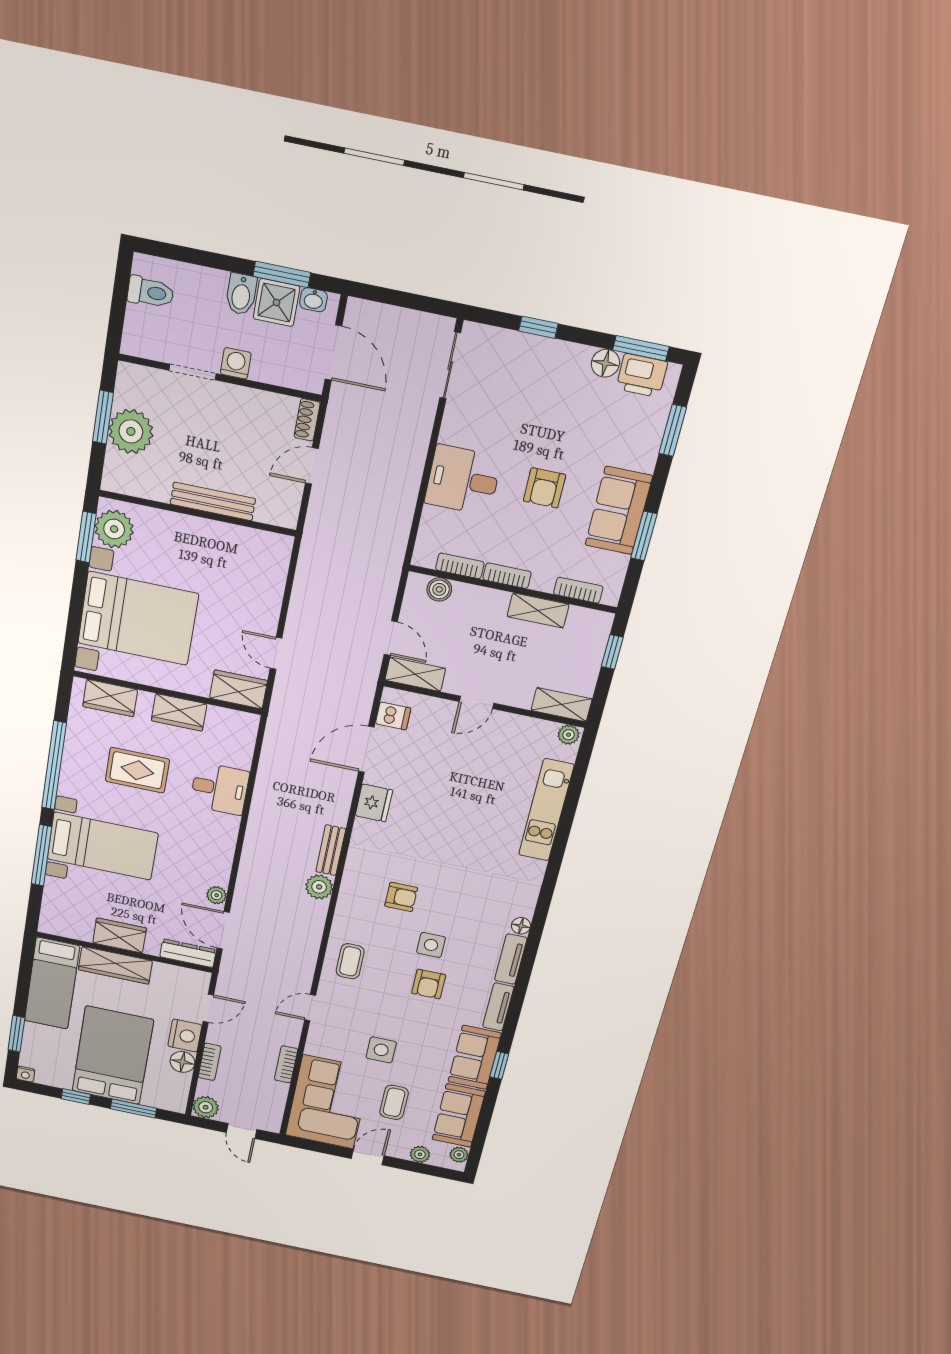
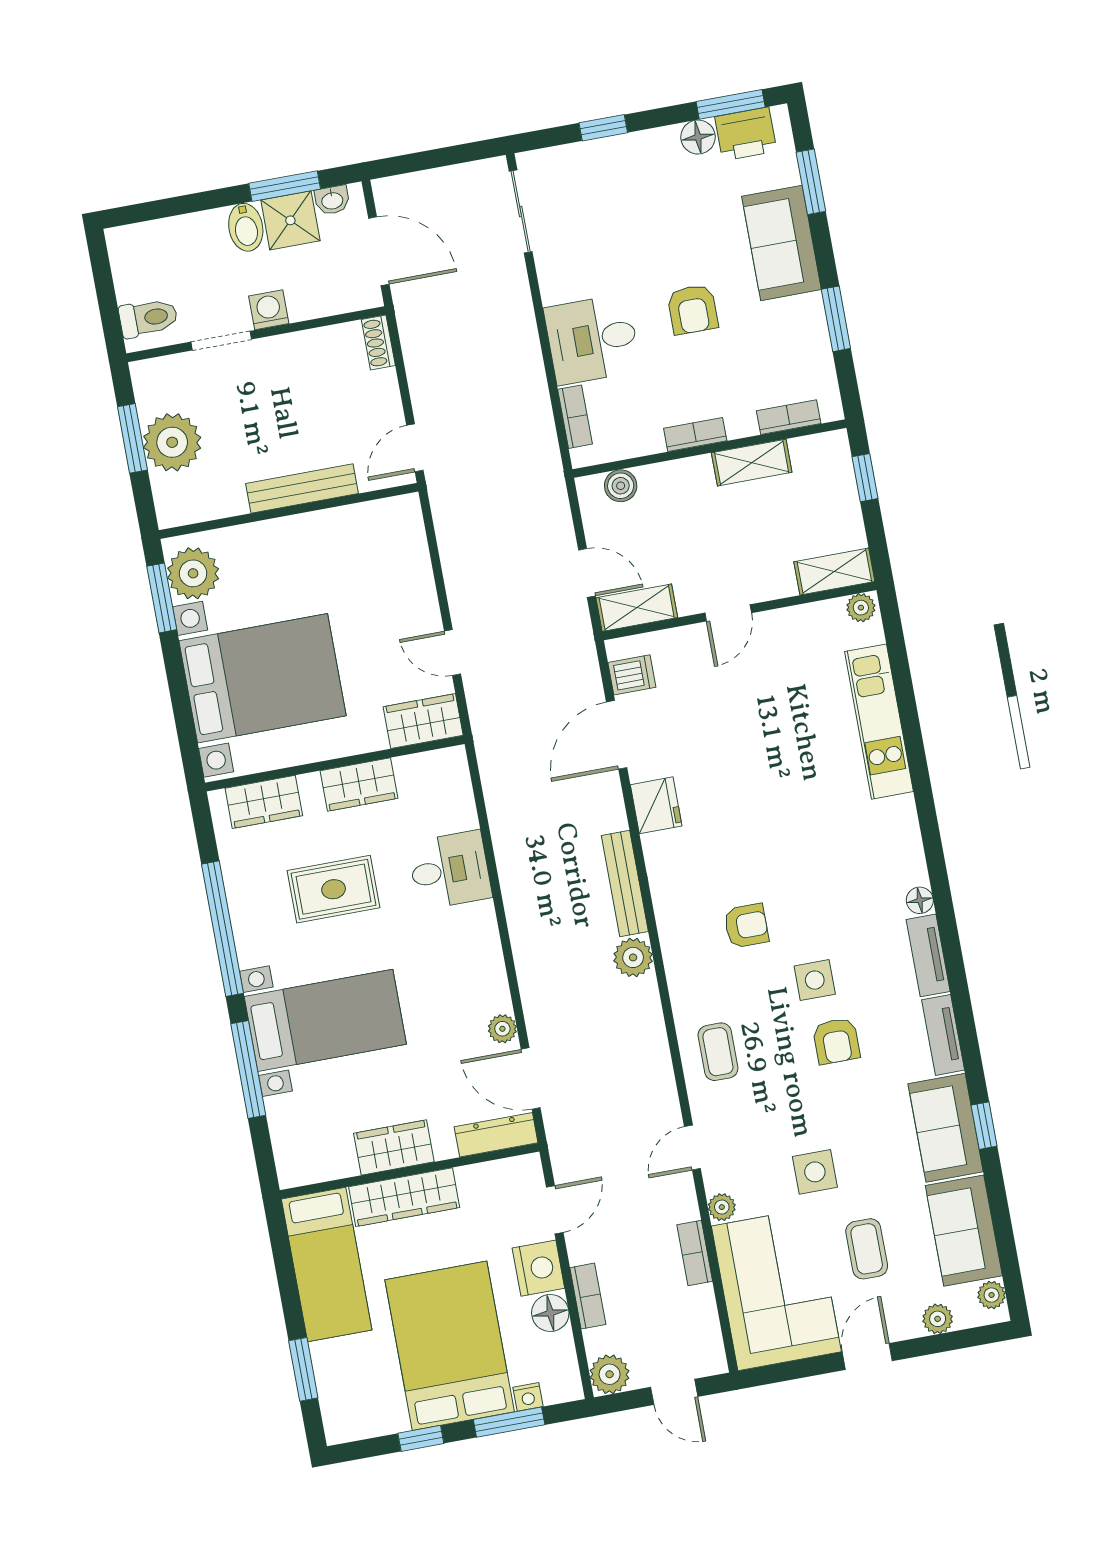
toilet: (151, 292) -> (148, 318), moved
door: (312, 466) -> (415, 448), moved
sofa: (619, 511) -> (781, 243), moved
bookcase: (460, 566) -> (575, 417), moved, turned 90
bench: (331, 850) -> (625, 884), width x1.36
plant: (314, 1047) -> (722, 1207), added
nightstand: (26, 1074) -> (528, 1397), moved

